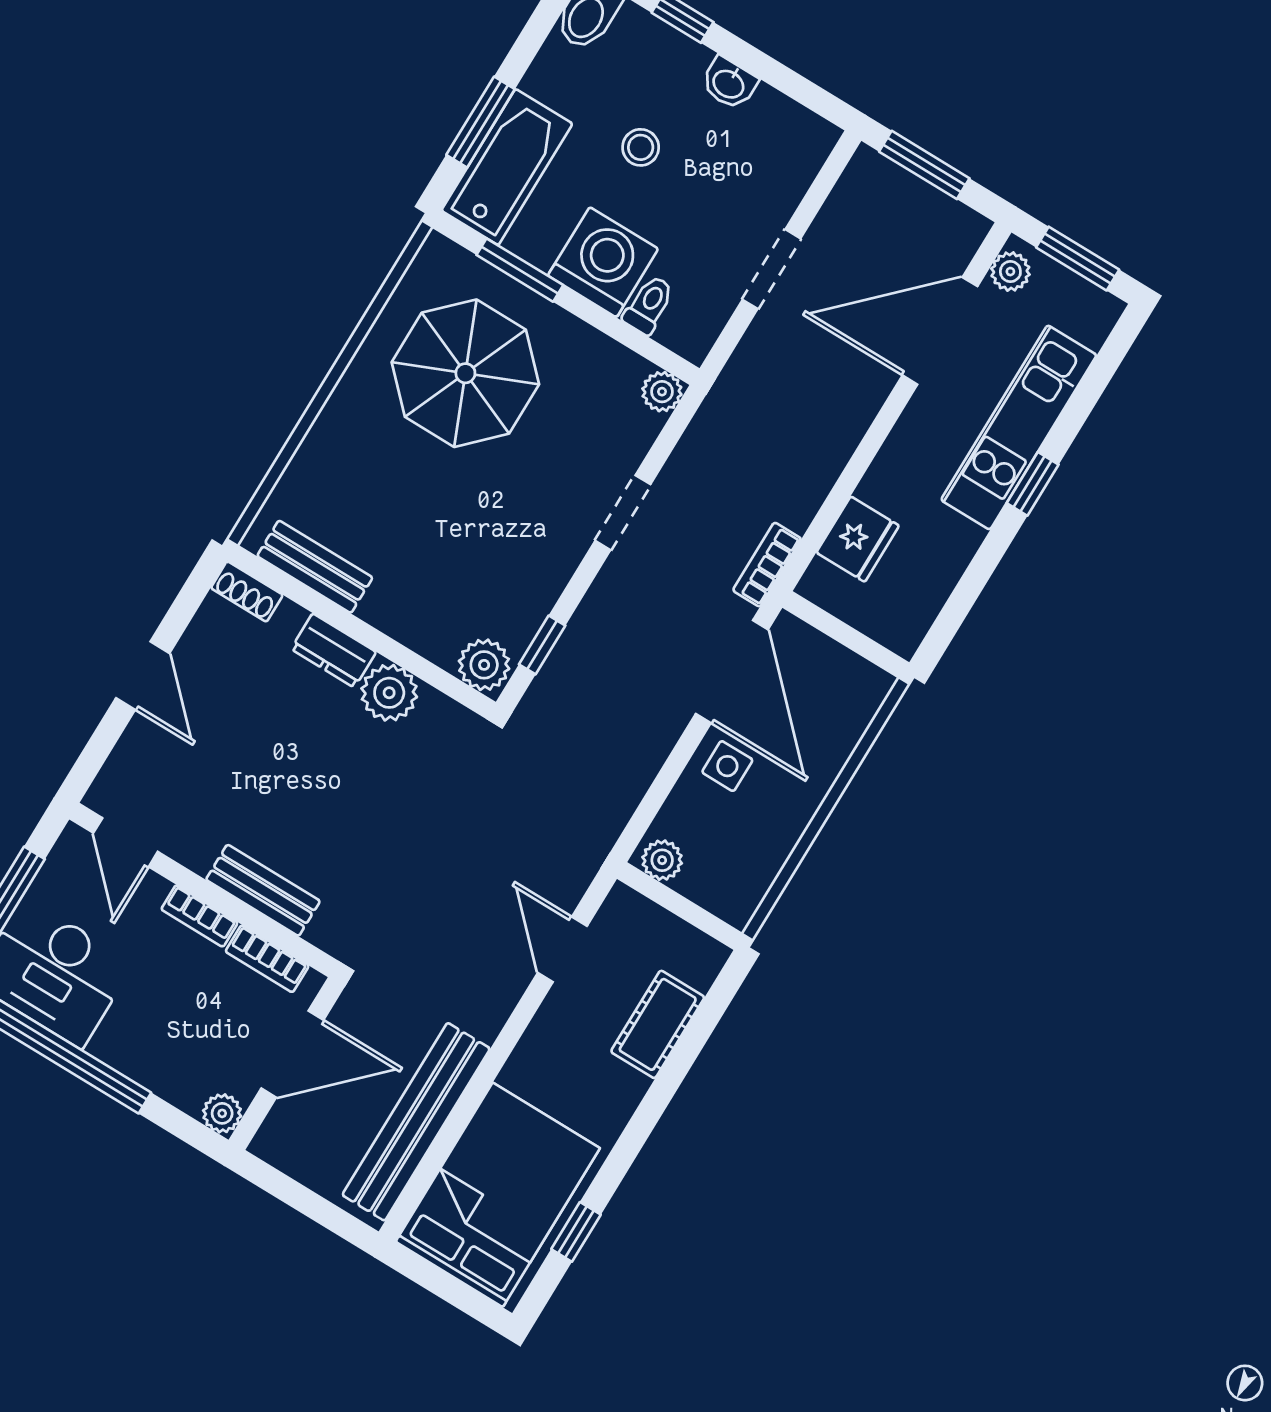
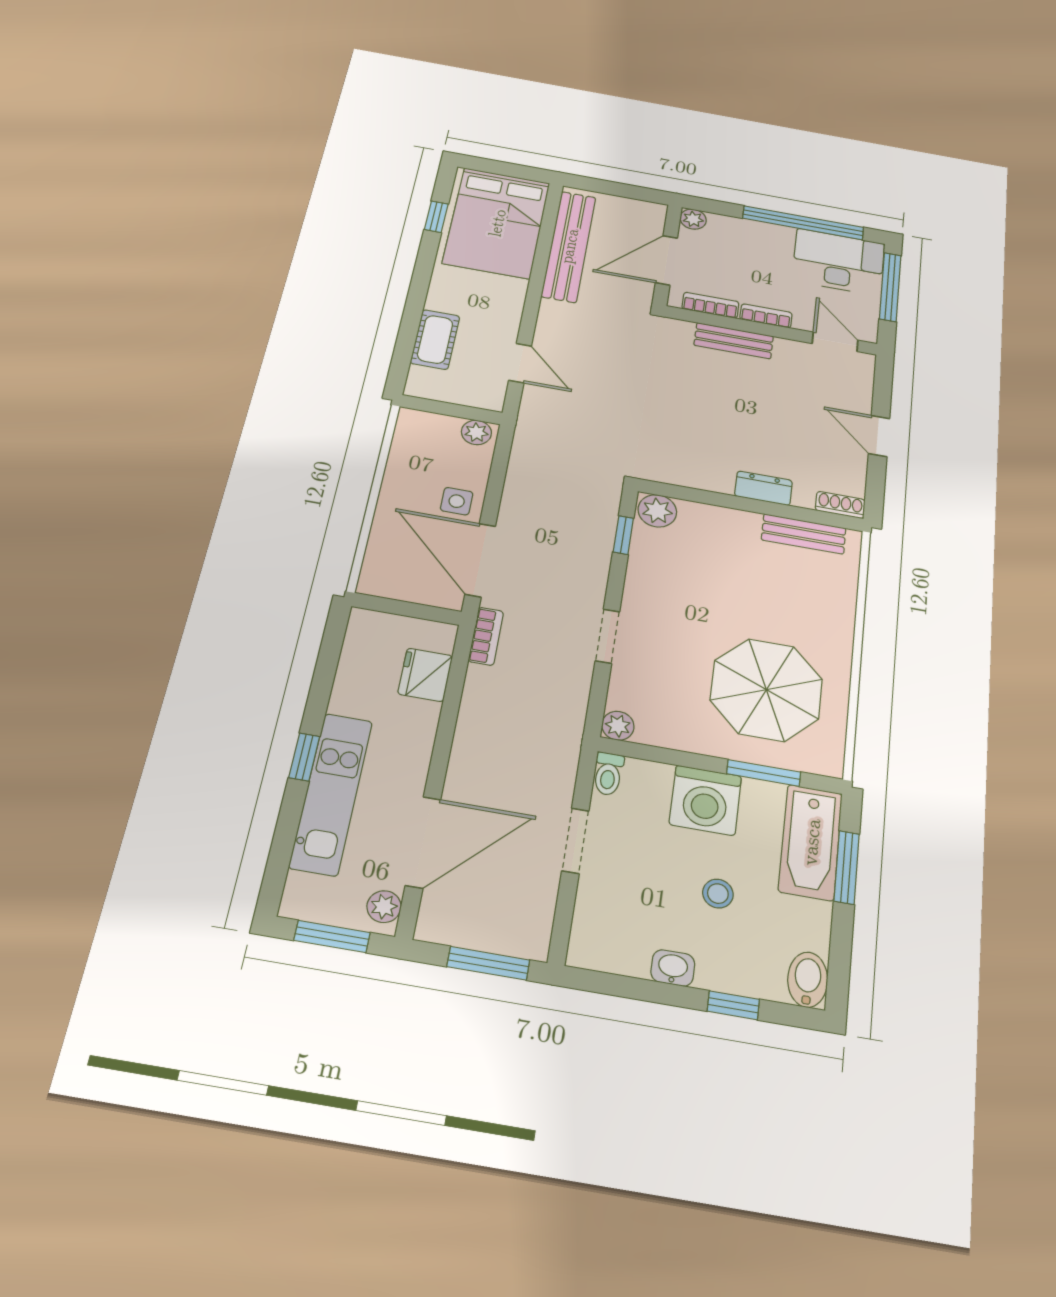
toilet: (649, 305) -> (608, 774), moved
plant: (389, 693) -> (713, 475), removed

